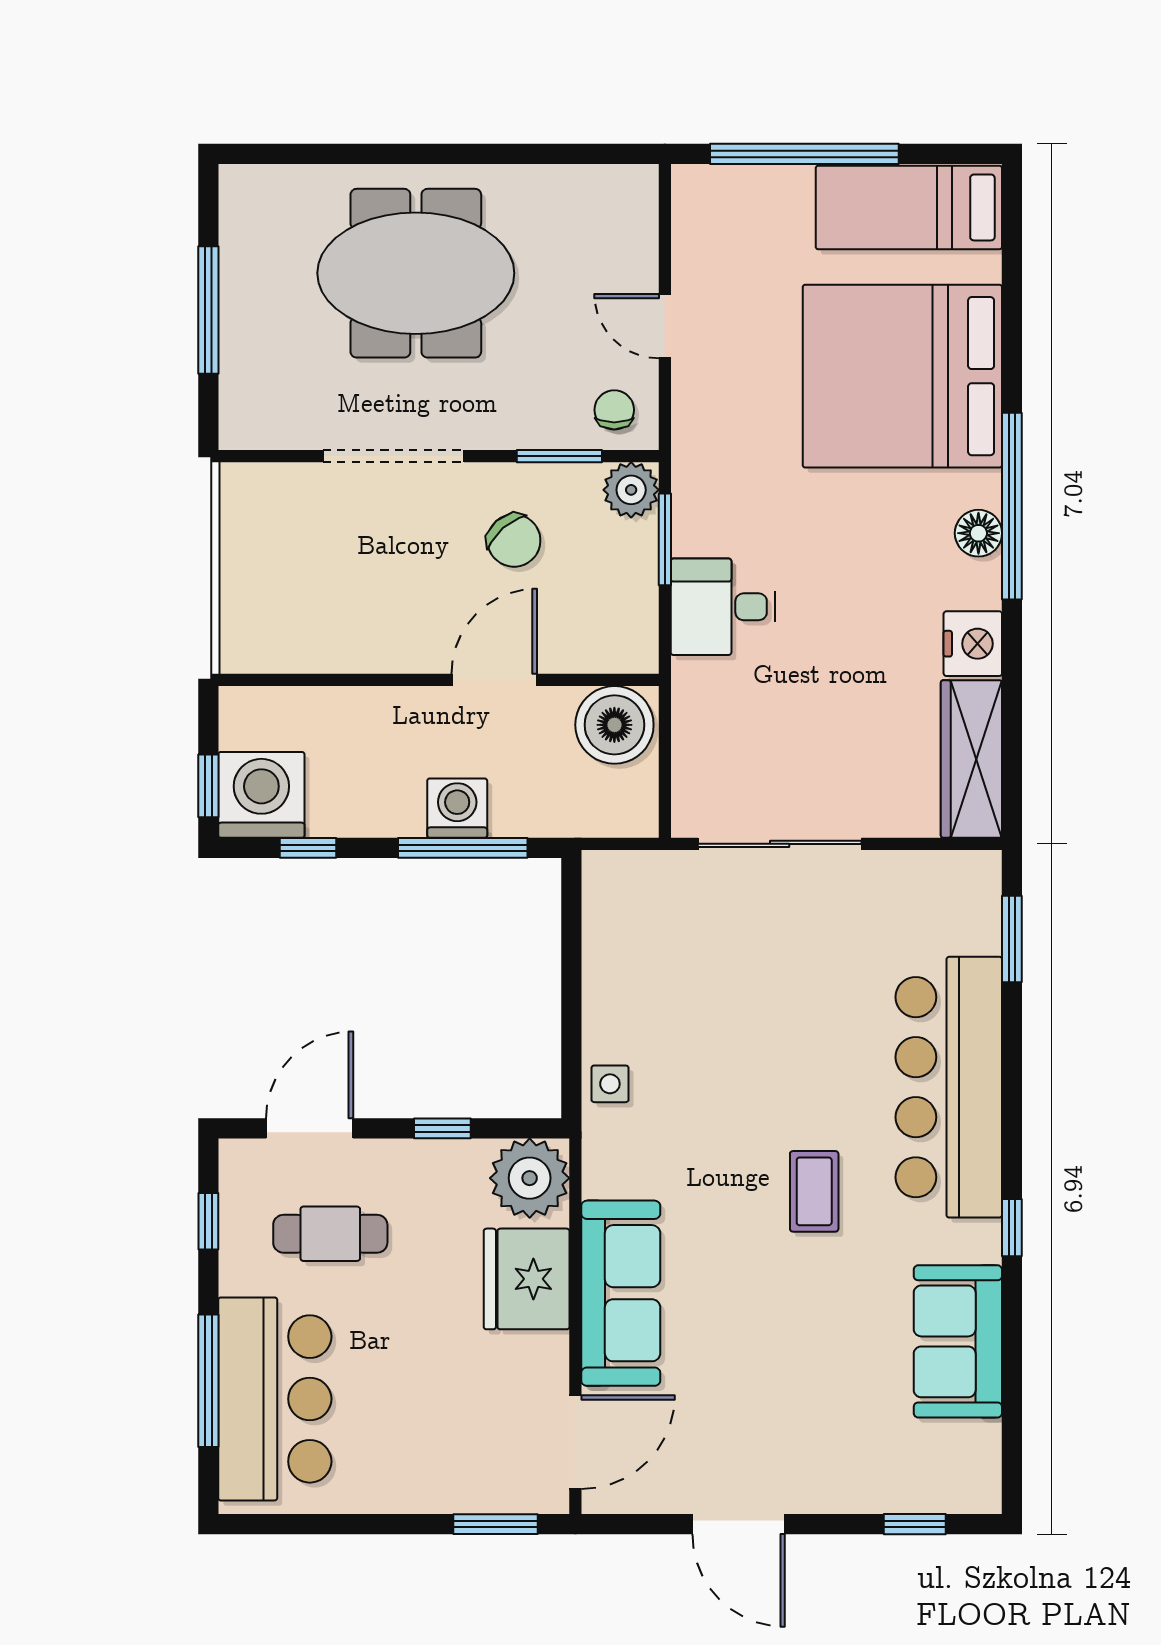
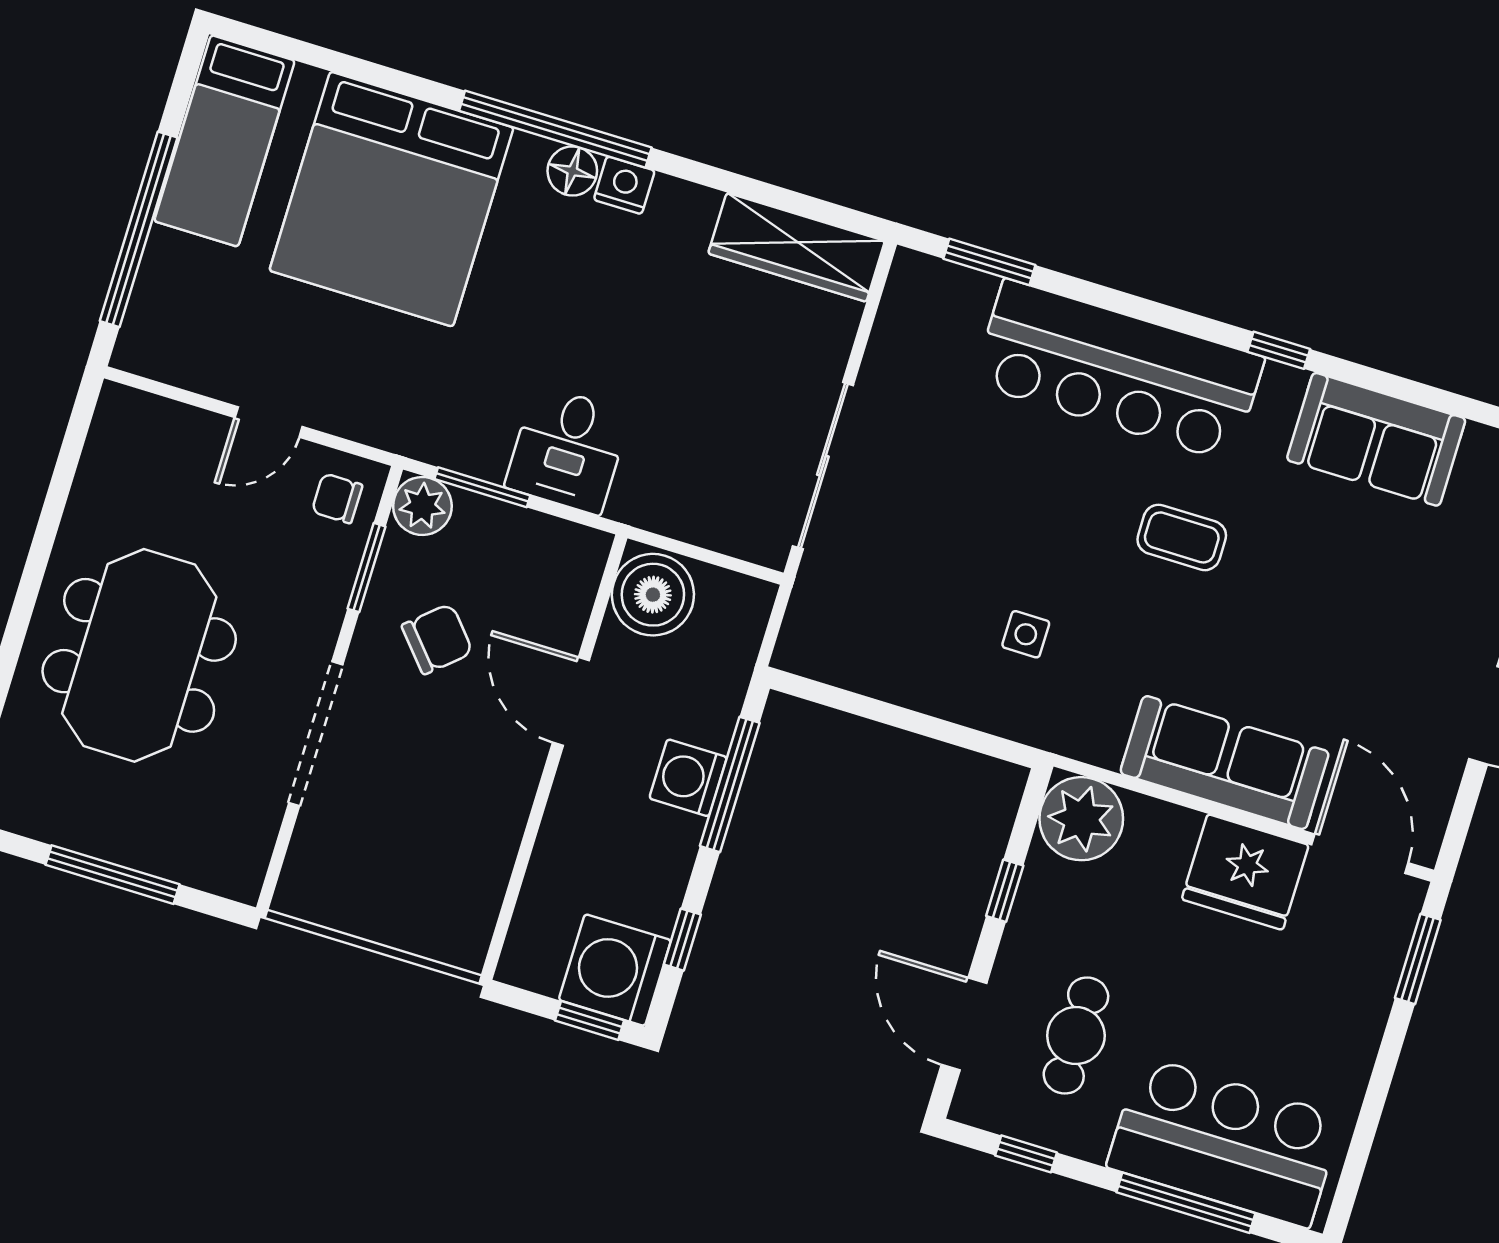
nightstand: (973, 644) -> (624, 185), moved, width x0.74, depth x0.75
side table: (610, 1084) -> (1026, 634), moved
fridge: (527, 1279) -> (1245, 872), moved

